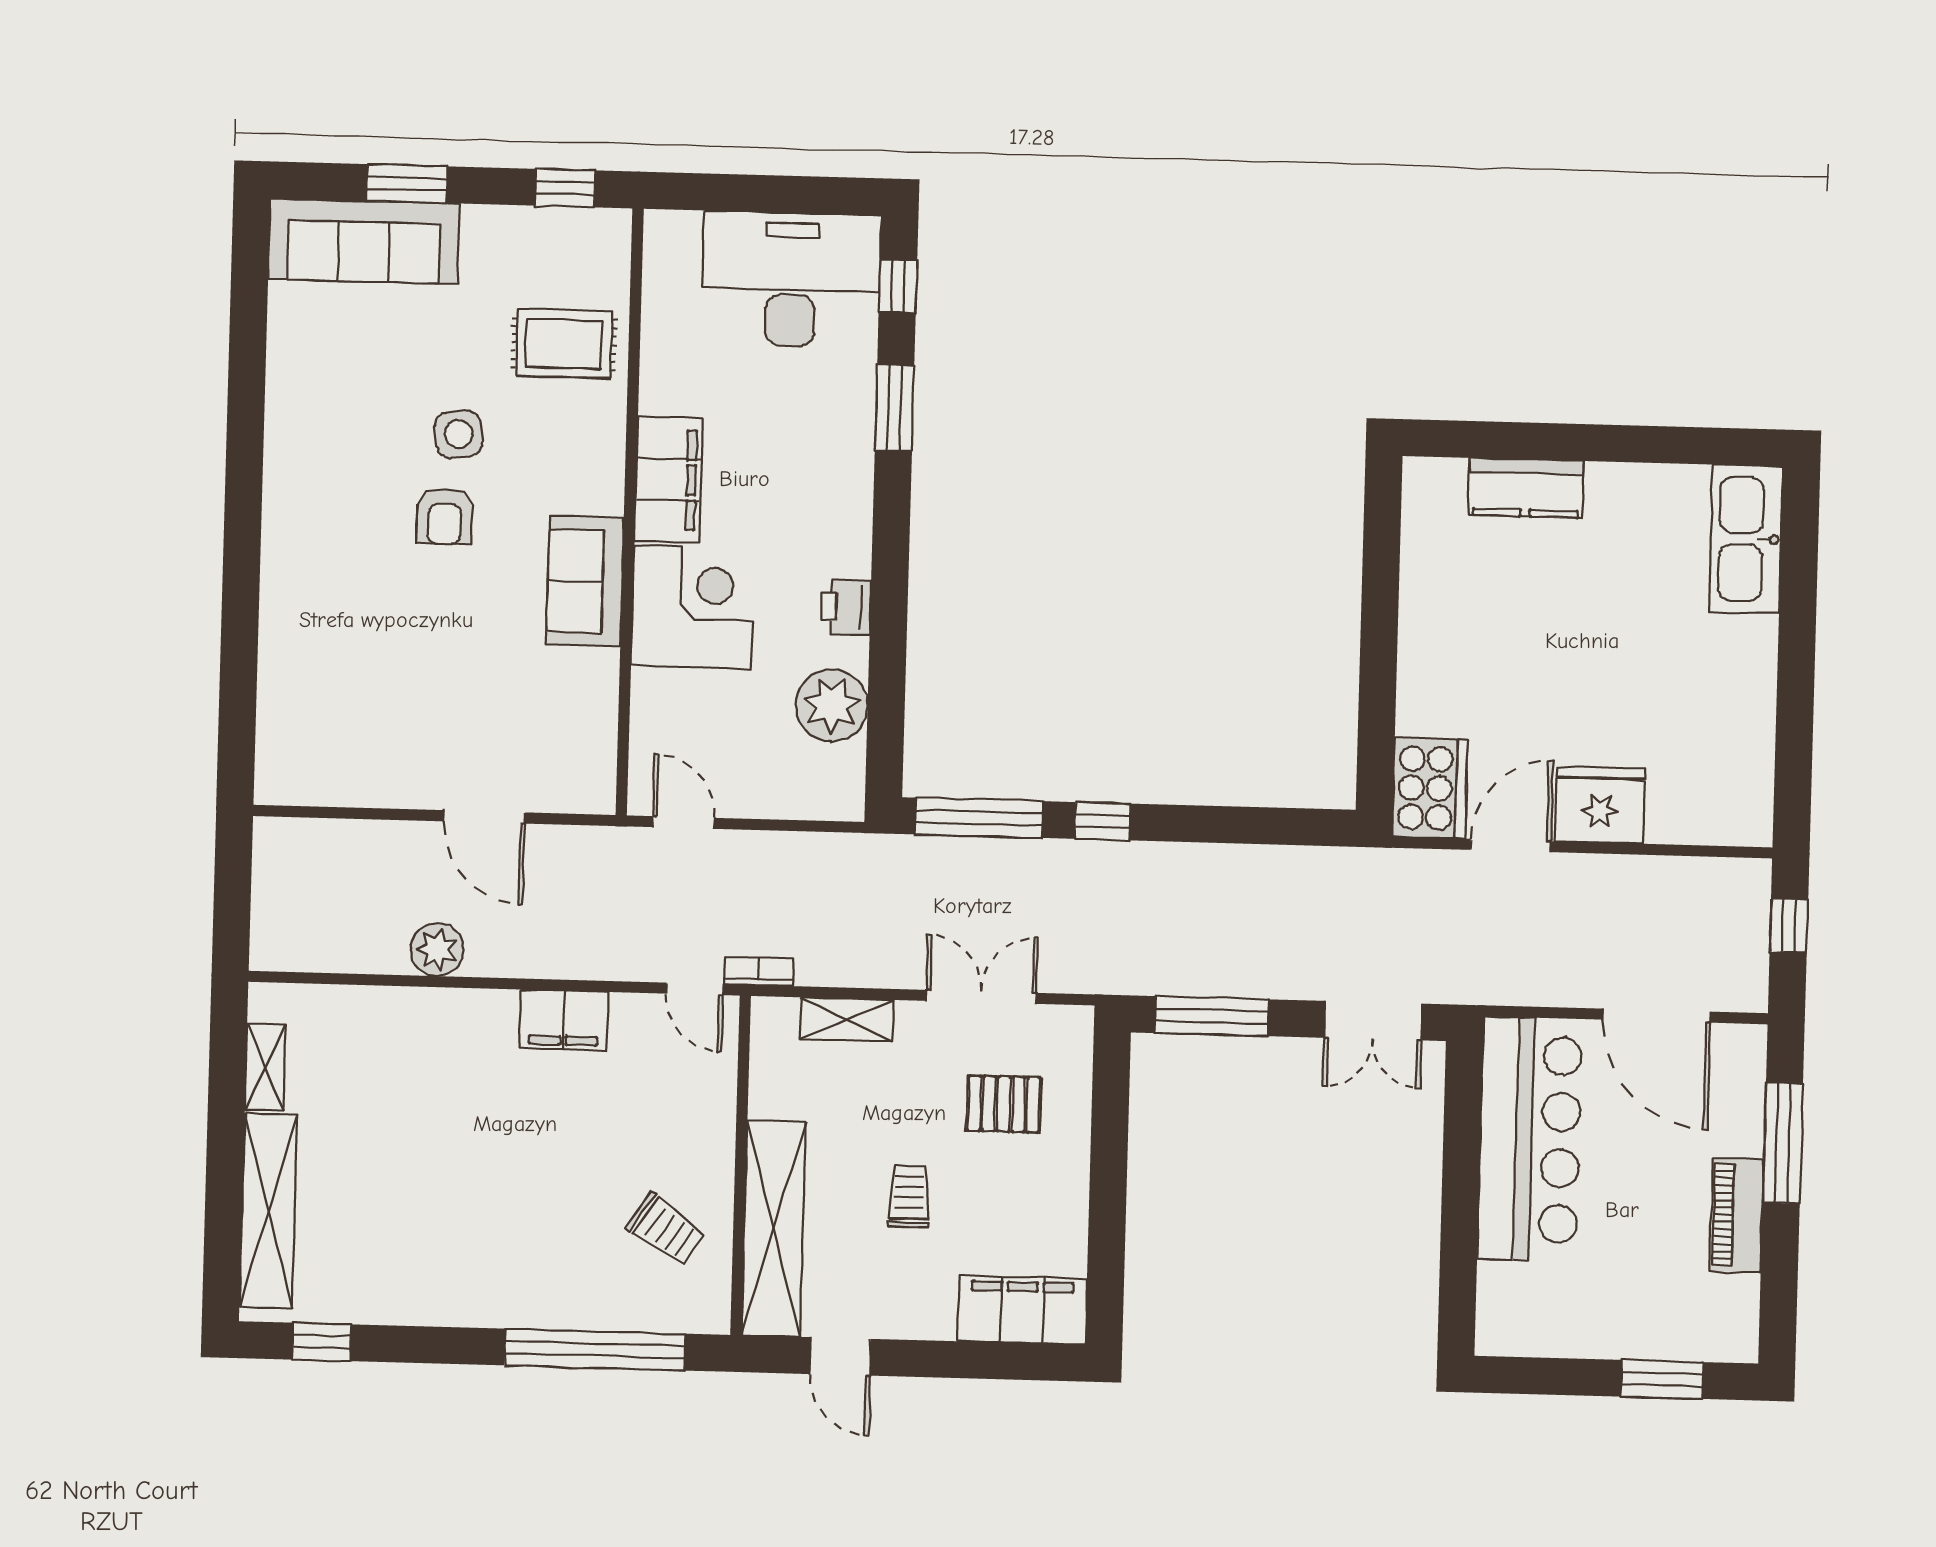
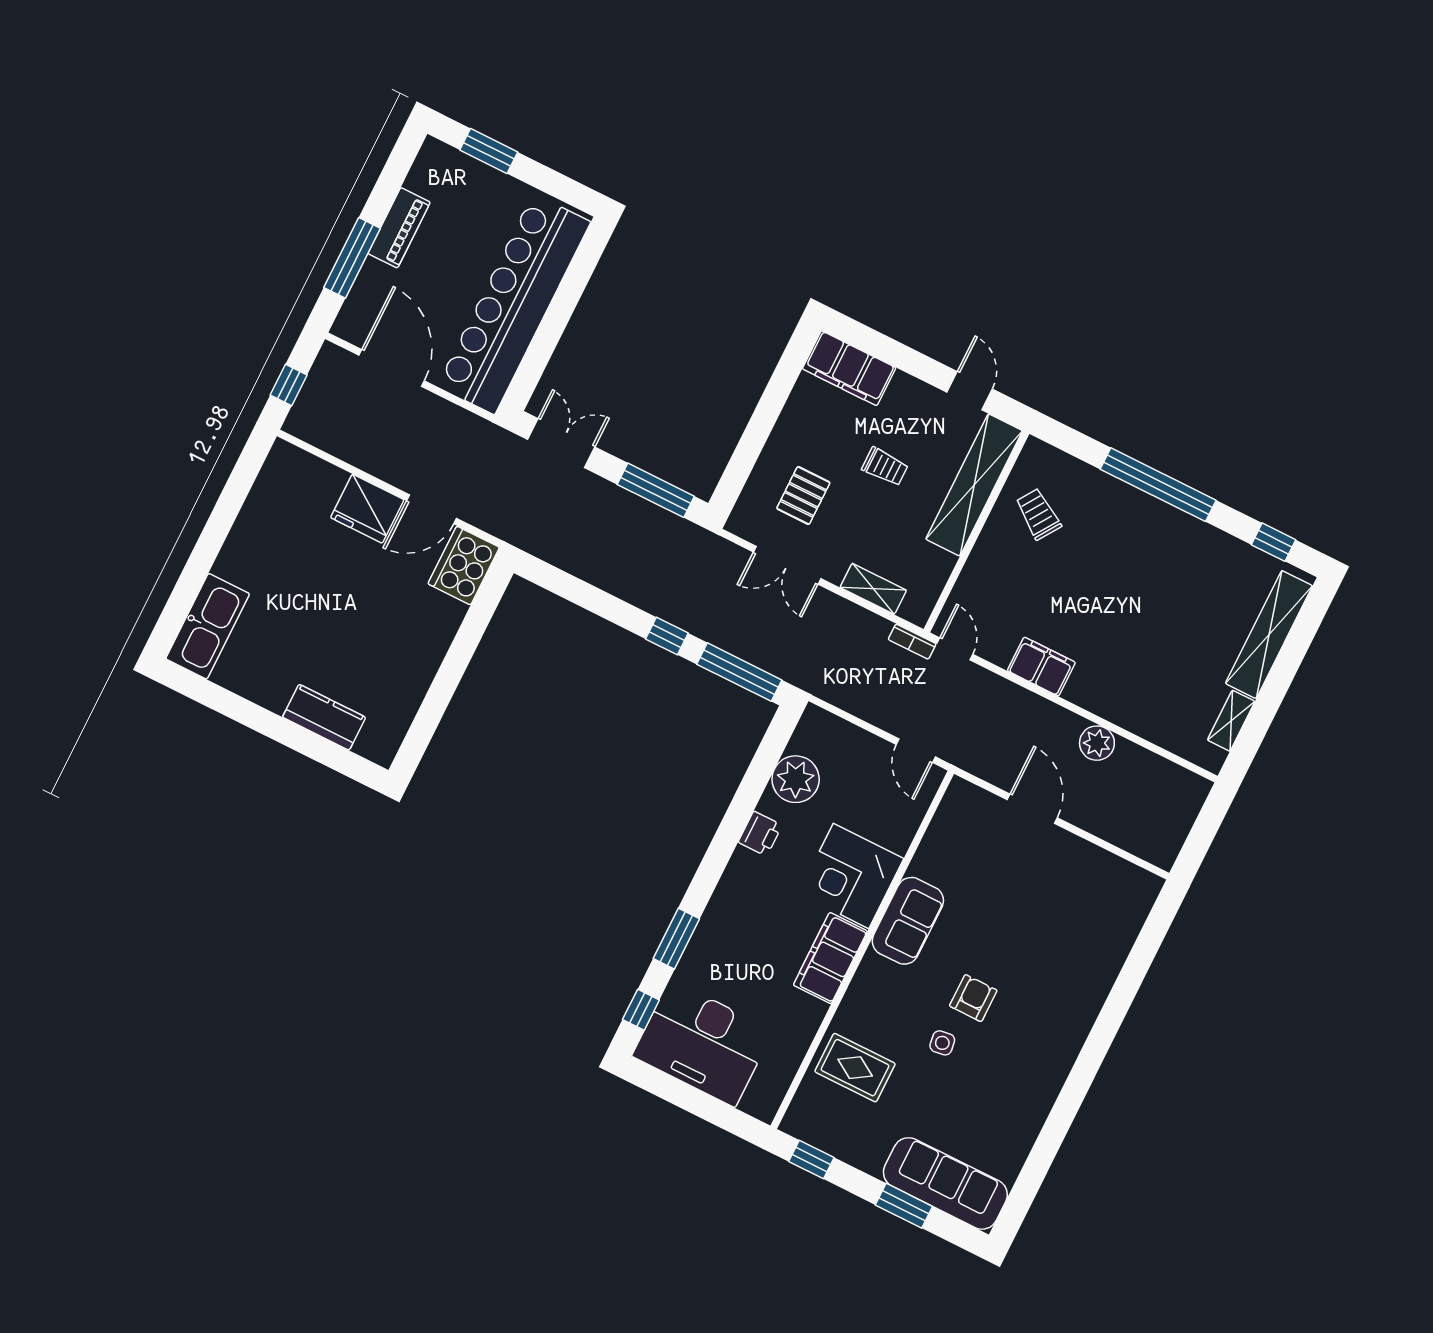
side table: (459, 434) -> (942, 1043), width x0.73, depth x0.73
pallet: (1004, 1104) -> (803, 495), turned 90
bar counter: (1530, 1139) -> (514, 304), width x1.36
trolley: (909, 1196) -> (885, 467), turned -90
window: (595, 1350) -> (1158, 485), moved

